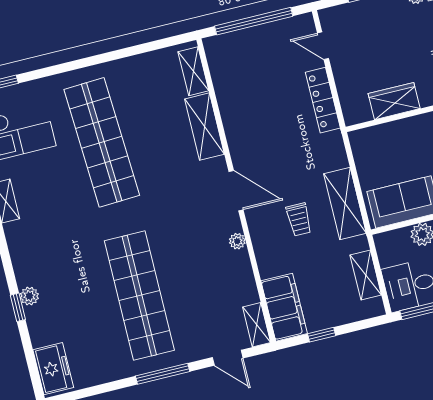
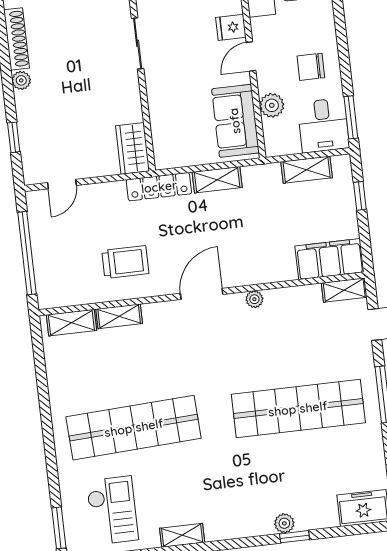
locker: (323, 100) -> (159, 187), moved
wardrobe: (394, 101) -> (133, 148), moved
shelving: (204, 127) -> (119, 316), width x0.67, depth x0.75
shelving: (345, 204) -> (217, 180), width x0.67, depth x0.75
trolley: (299, 219) -> (125, 262), moved, width x1.36, depth x1.39
window: (322, 335) -> (360, 196), moved

